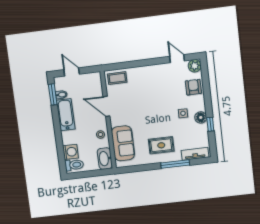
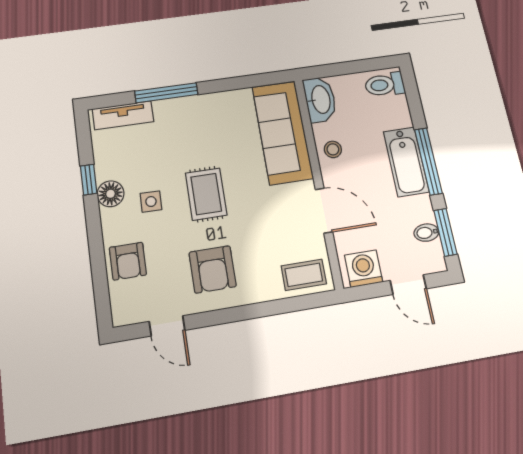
plant: (195, 66) -> (126, 311), removed
armchair: (157, 82) -> (213, 269), added
bathtub: (66, 115) -> (406, 162), moved
window: (57, 127) -> (428, 161), added
sofa: (123, 143) -> (282, 132), width x1.36
rug: (161, 145) -> (206, 194), moved, turned 90
washing machine: (70, 152) -> (364, 269), moved, turned 90

